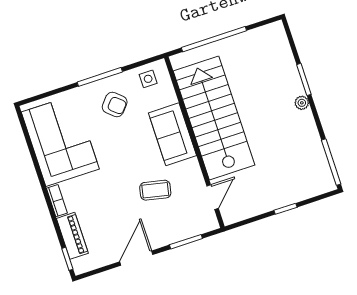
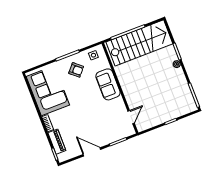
stairs: (214, 118) -> (139, 43), moved, turned 90
coffee table: (155, 190) -> (100, 115), removed
door: (136, 258) -> (92, 152), hinge flipped

